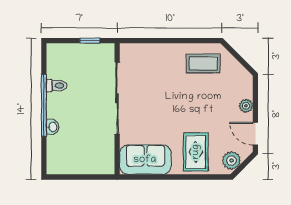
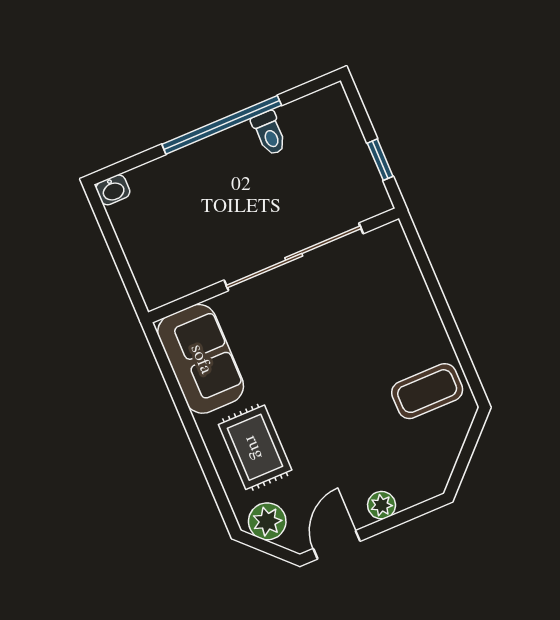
coffee table: (203, 63) -> (427, 391), turned 90
washbasin: (52, 127) -> (113, 190), moved
rug: (196, 152) -> (255, 447), turned 90

